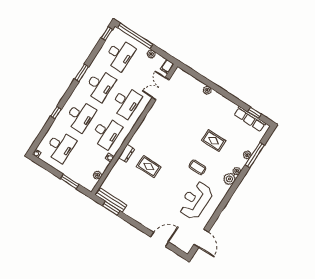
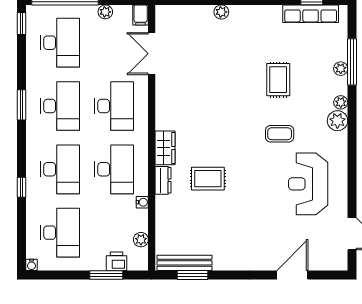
wardrobe: (138, 138) -> (165, 148), added
rug: (214, 141) -> (278, 80), turned 90
printer: (79, 178) -> (116, 261), added

